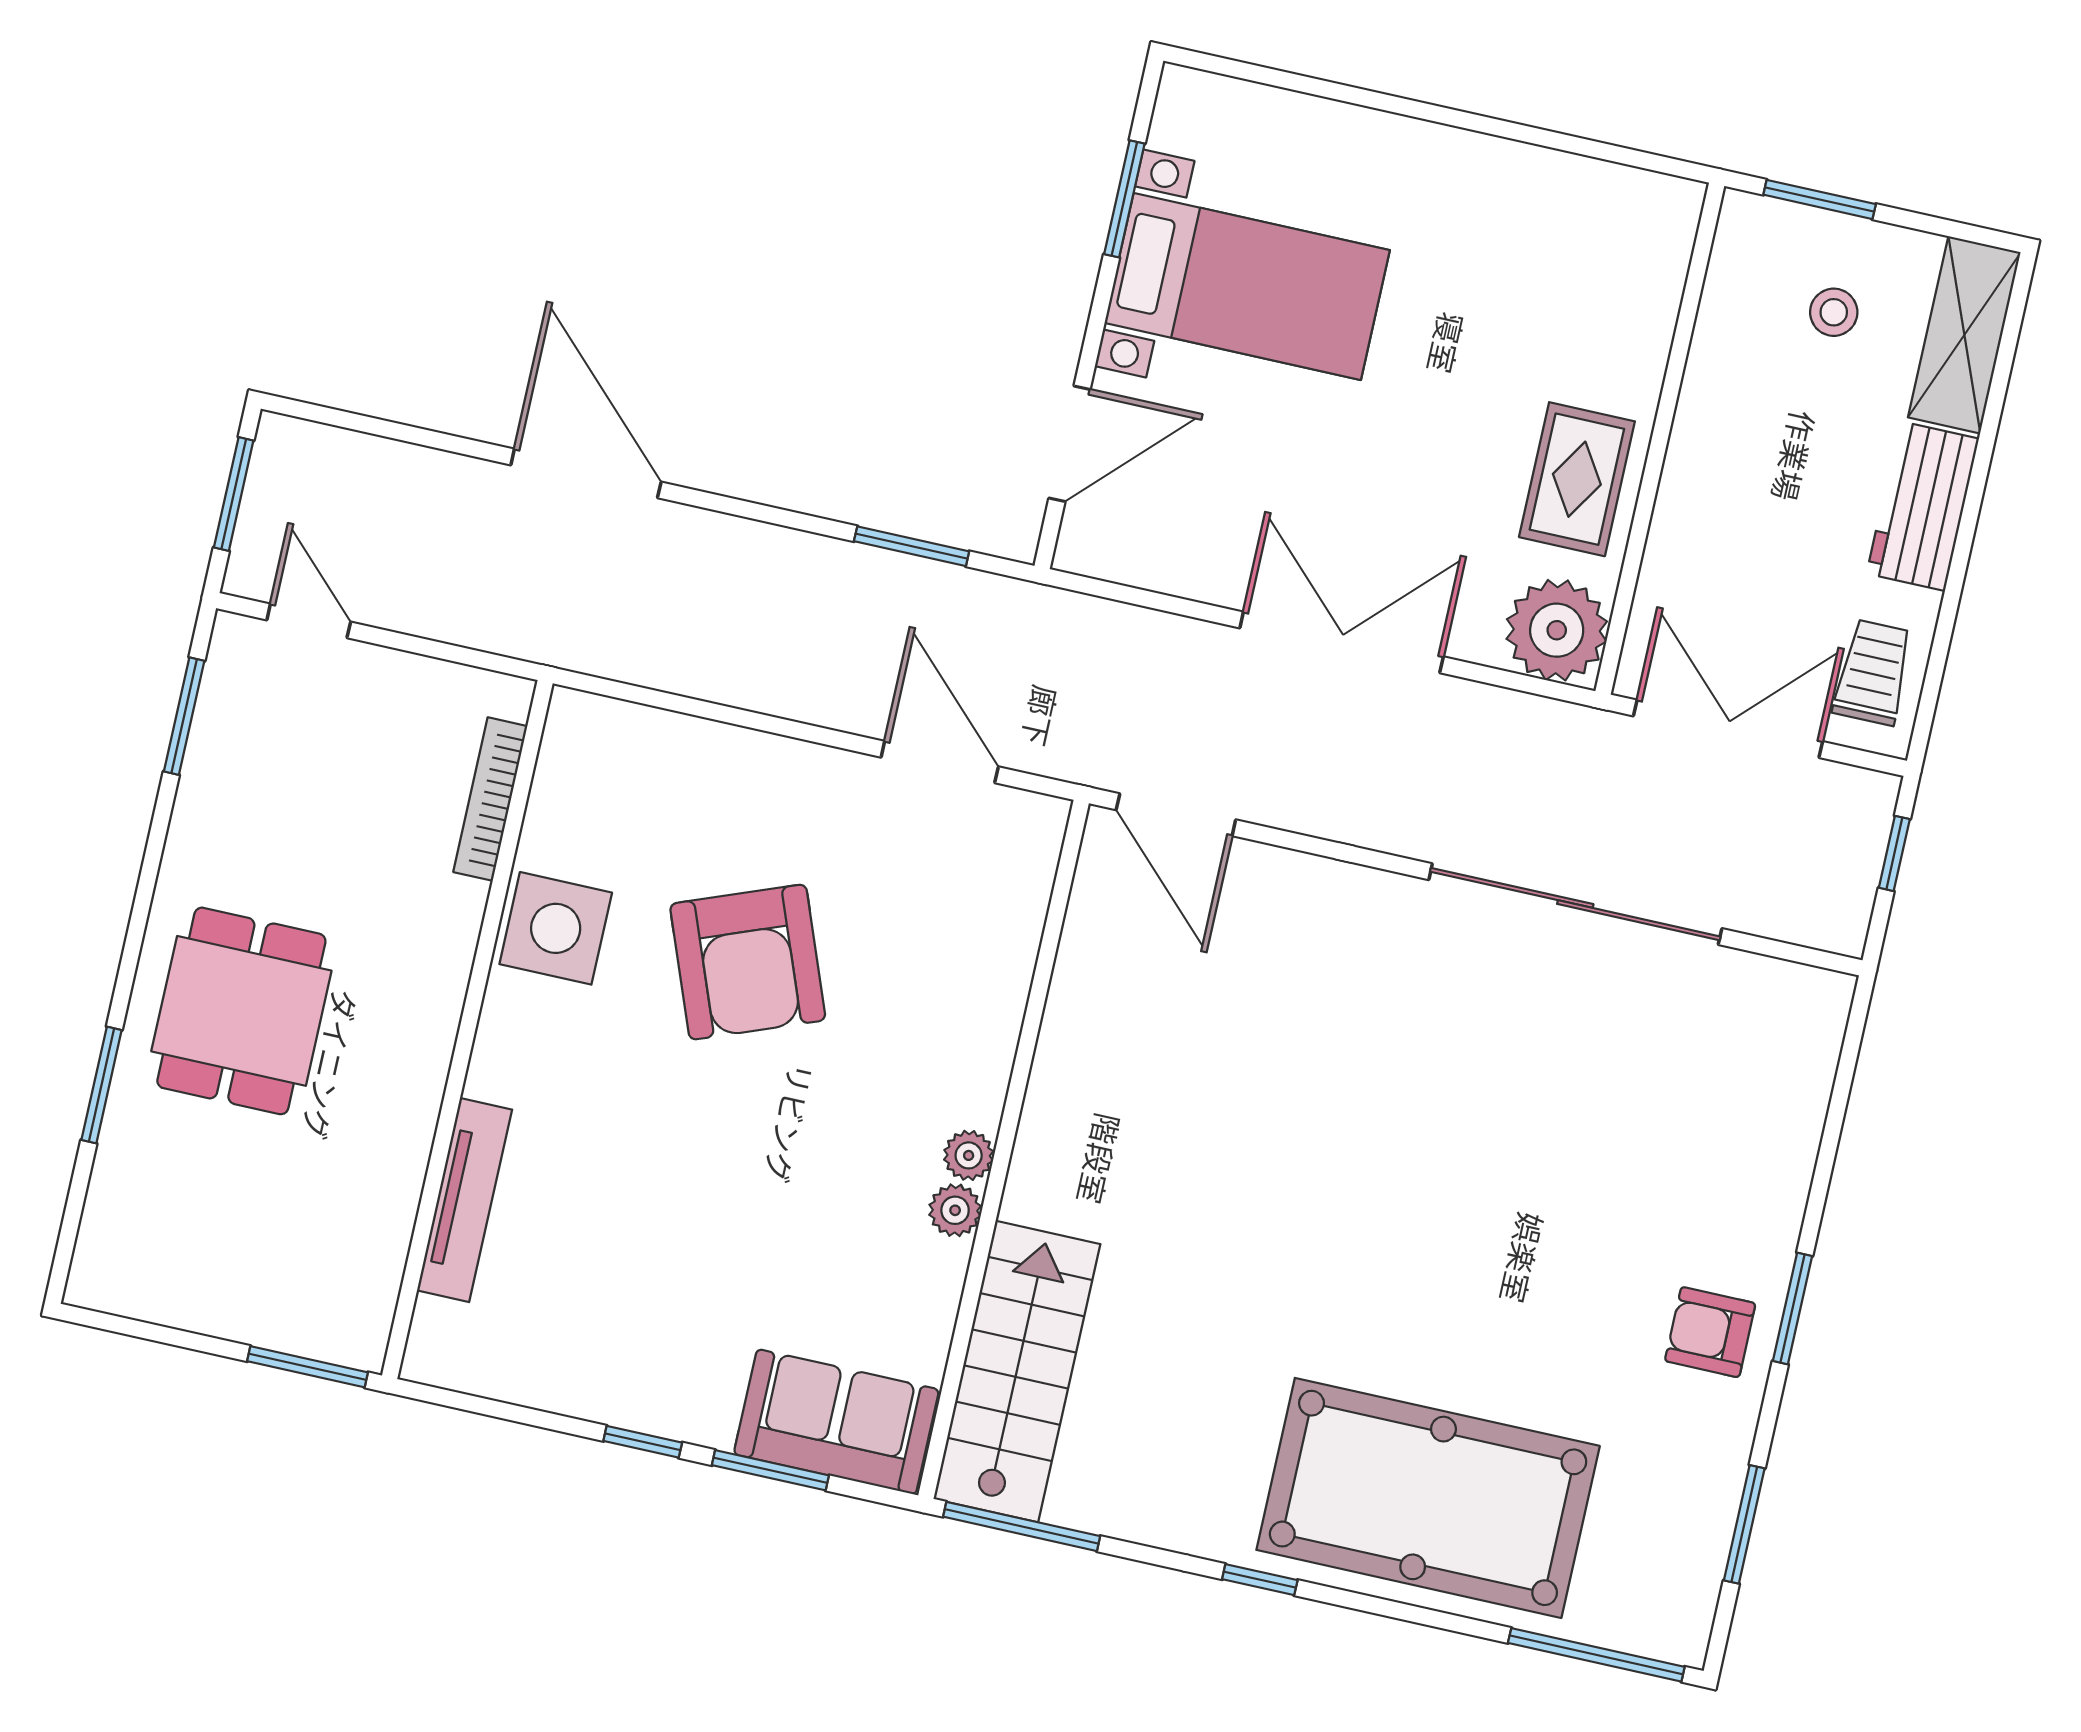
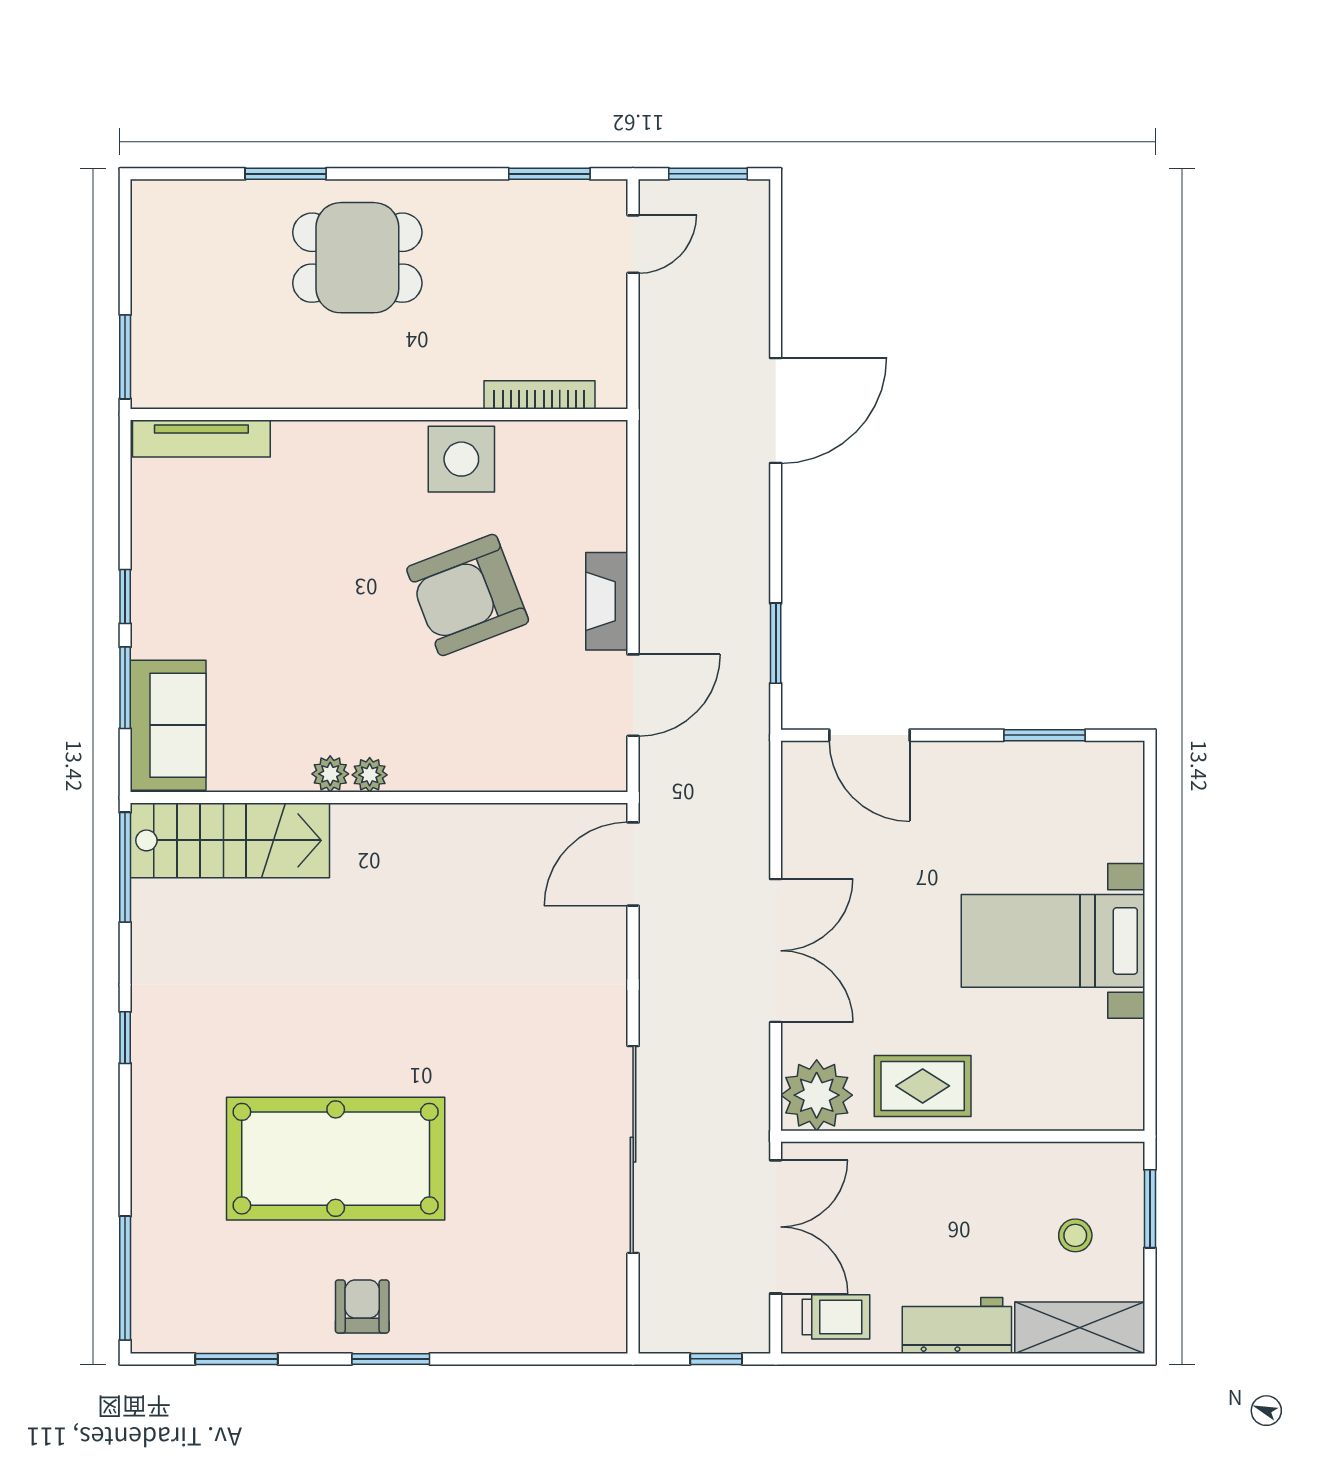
bed with nightstands: (1247, 286) -> (1053, 941), moved, turned 90
fireplace: (800, 769) -> (607, 601), added
tv unit: (465, 1200) -> (201, 438), moved
pool table: (1428, 1498) -> (336, 1159), moved, turned 90

